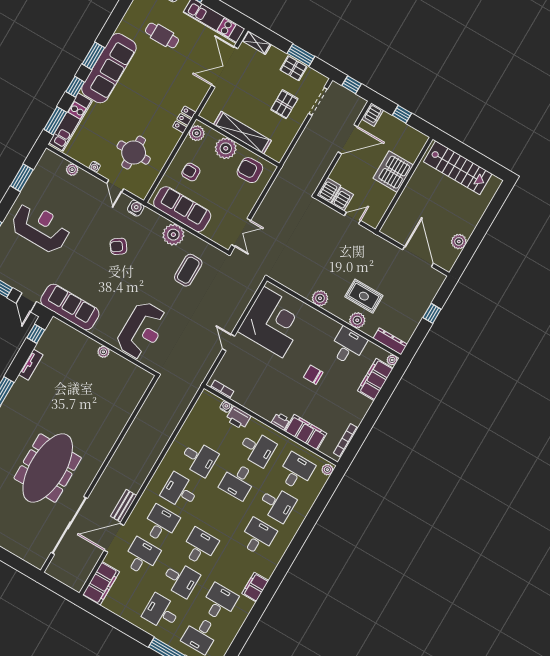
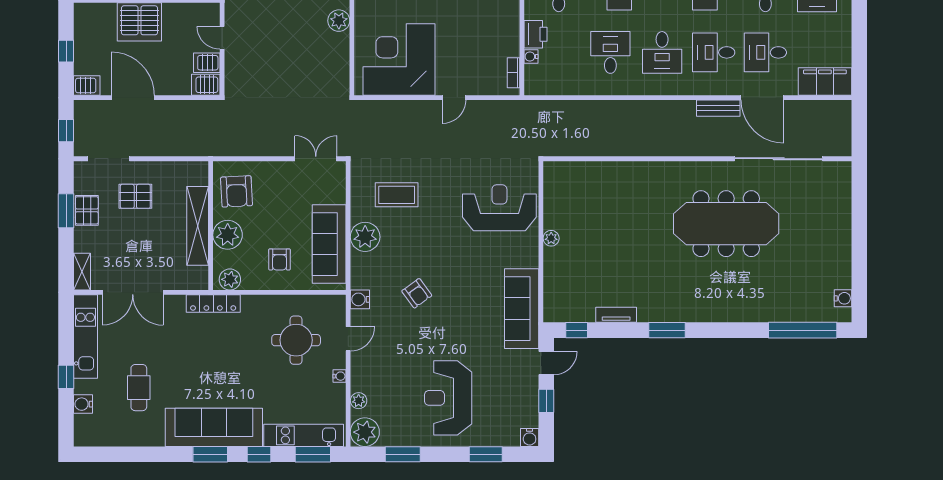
locker: (184, 120) -> (213, 304), width x1.53
plant: (50, 162) -> (365, 432), added

